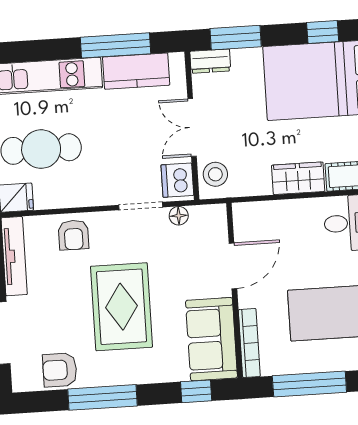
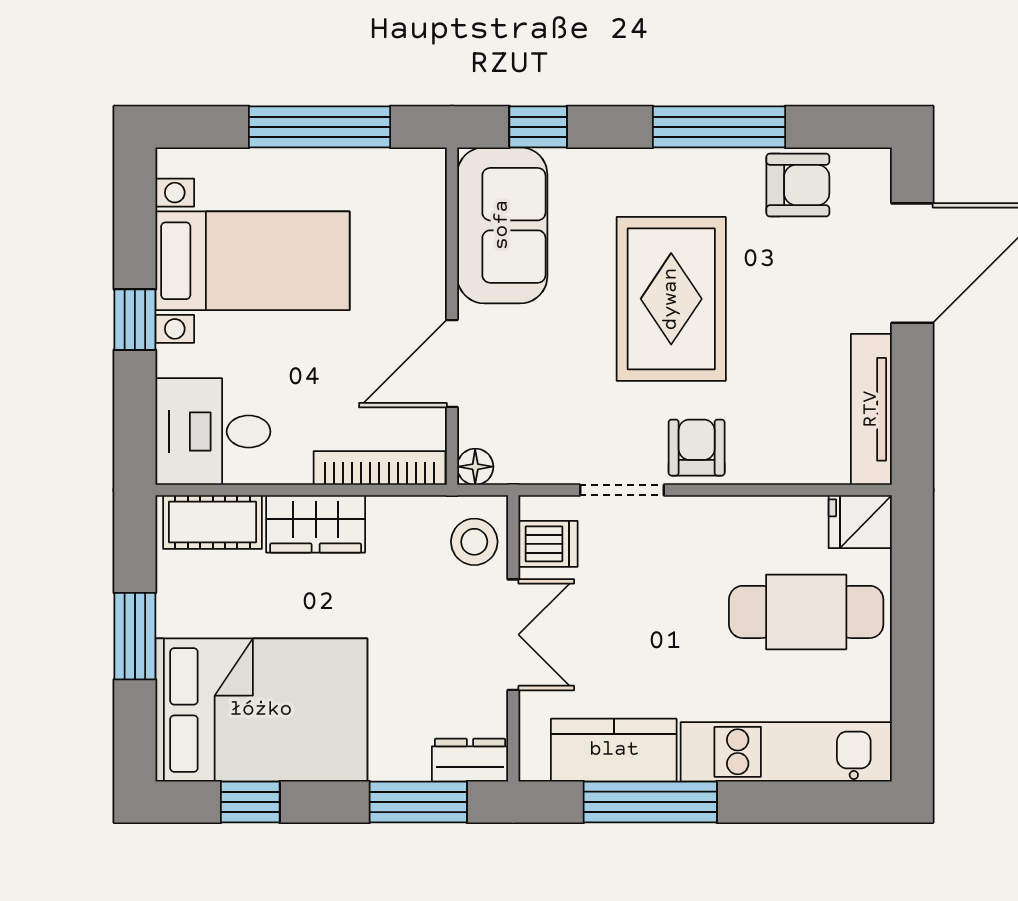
dishwasher: (177, 180) -> (548, 544), width x0.73
floor lamp: (179, 216) -> (475, 467), moved
armchair: (73, 235) -> (697, 448), moved
bookcase: (249, 343) -> (379, 468), moved, turned 90

